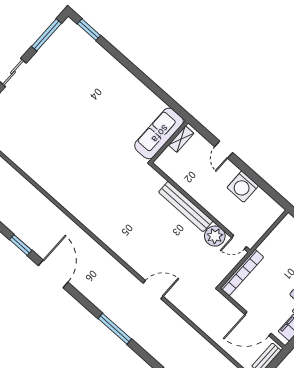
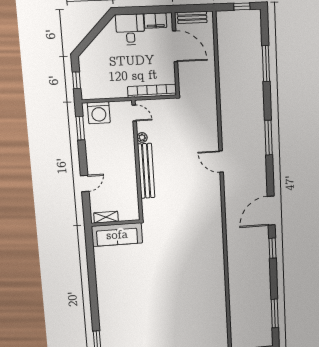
washing machine: (243, 187) -> (99, 113), moved, turned 90
window: (268, 190) -> (80, 128), added
plant: (215, 236) -> (142, 137), width x0.53, depth x0.53
door: (153, 290) -> (221, 162), moved

